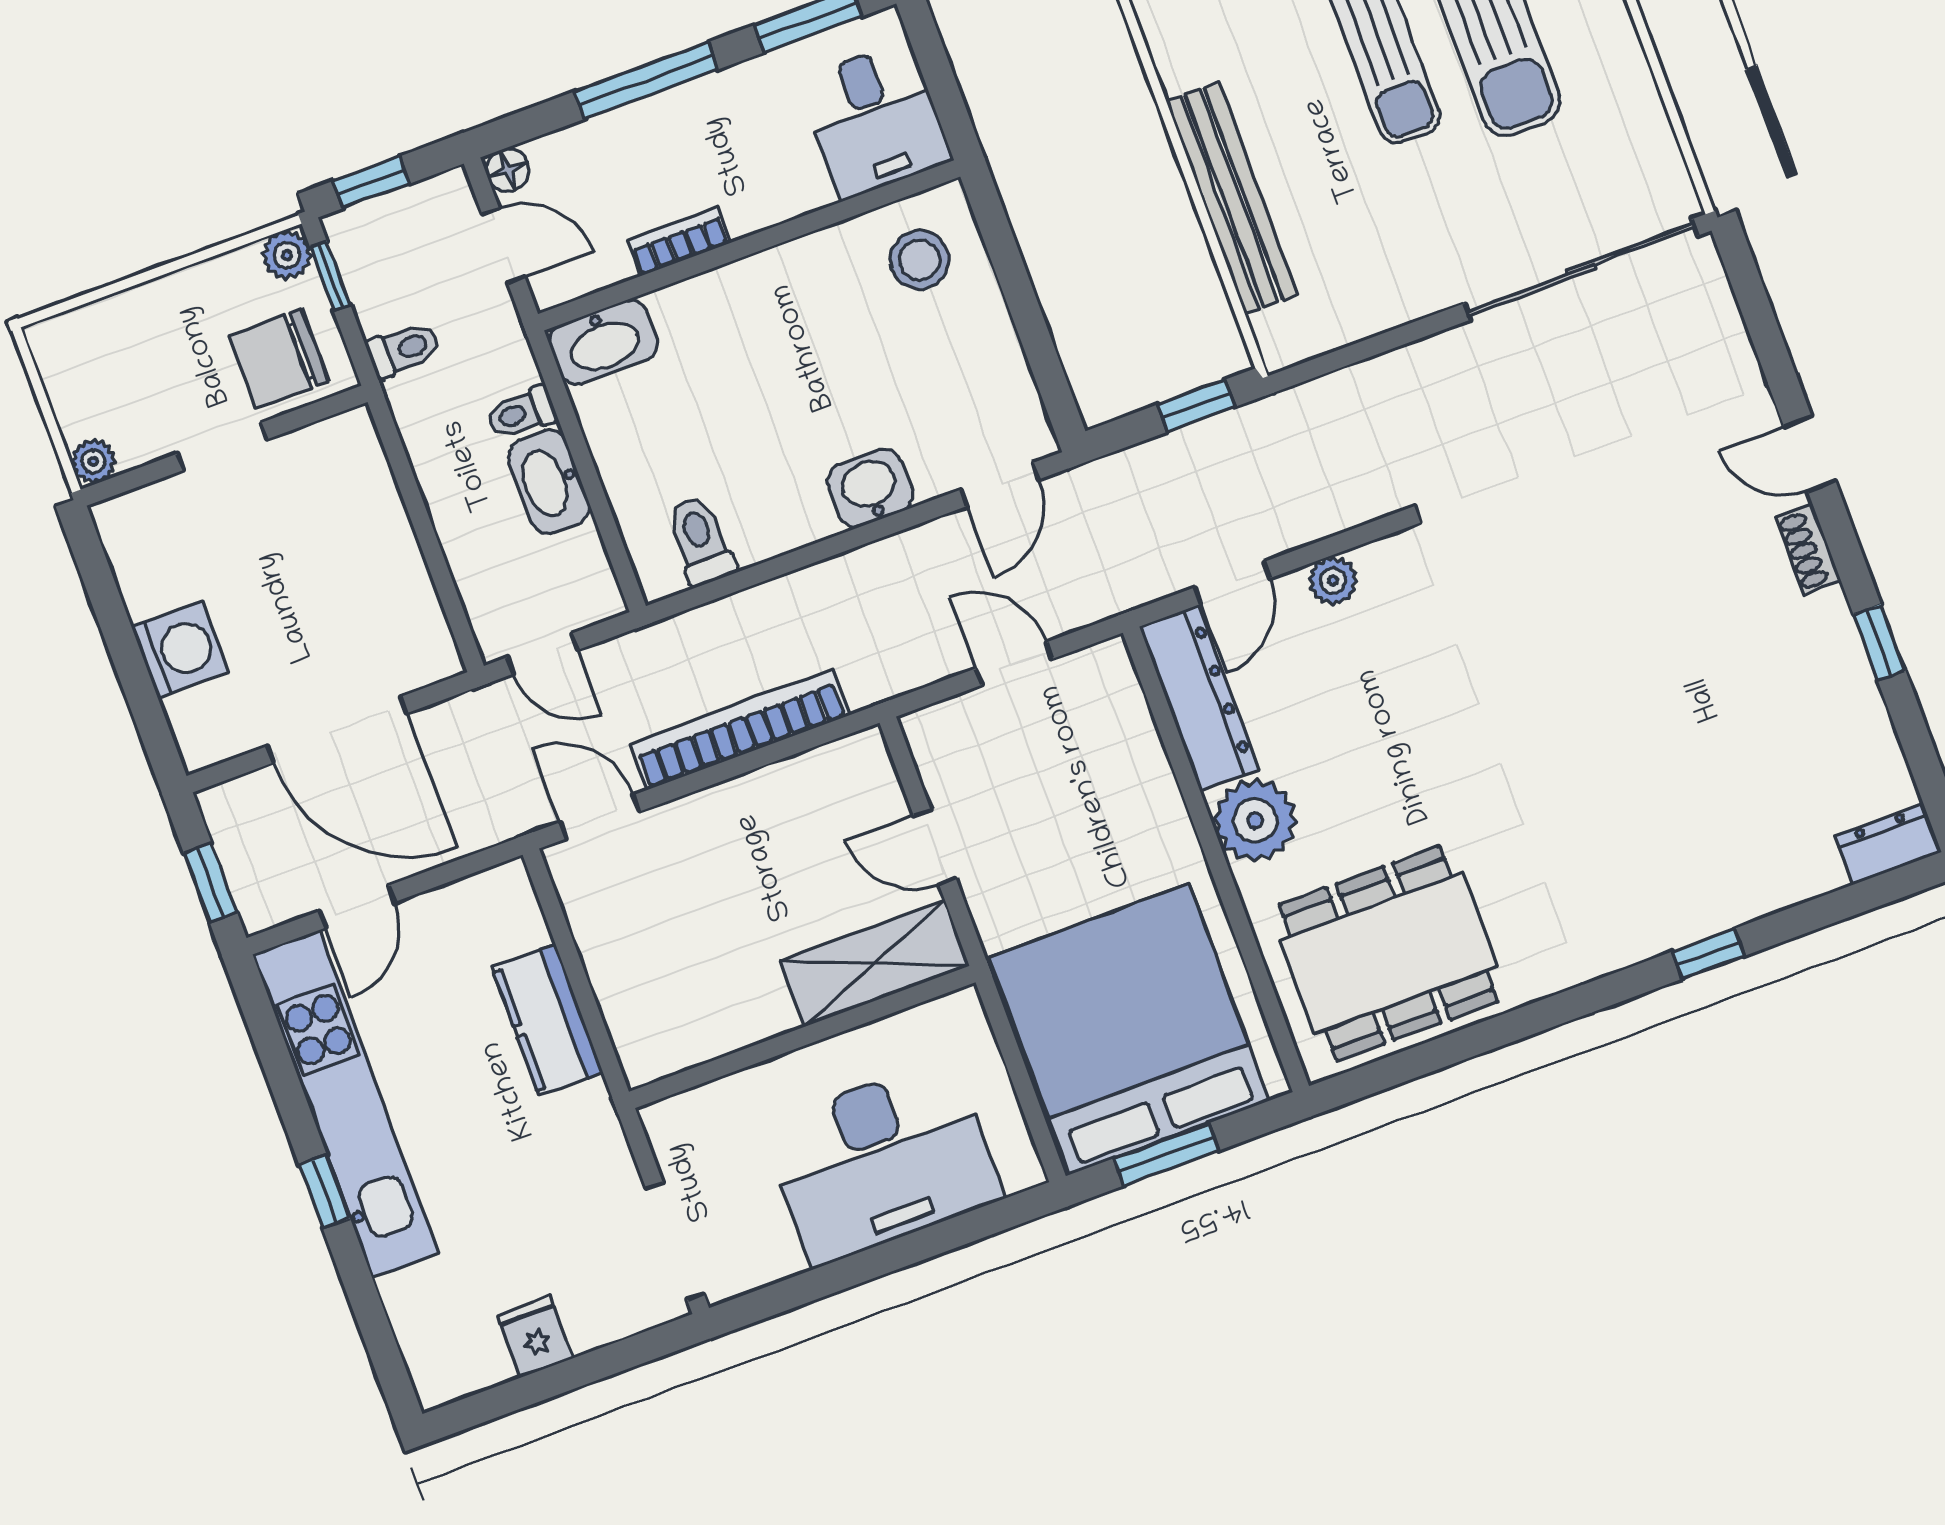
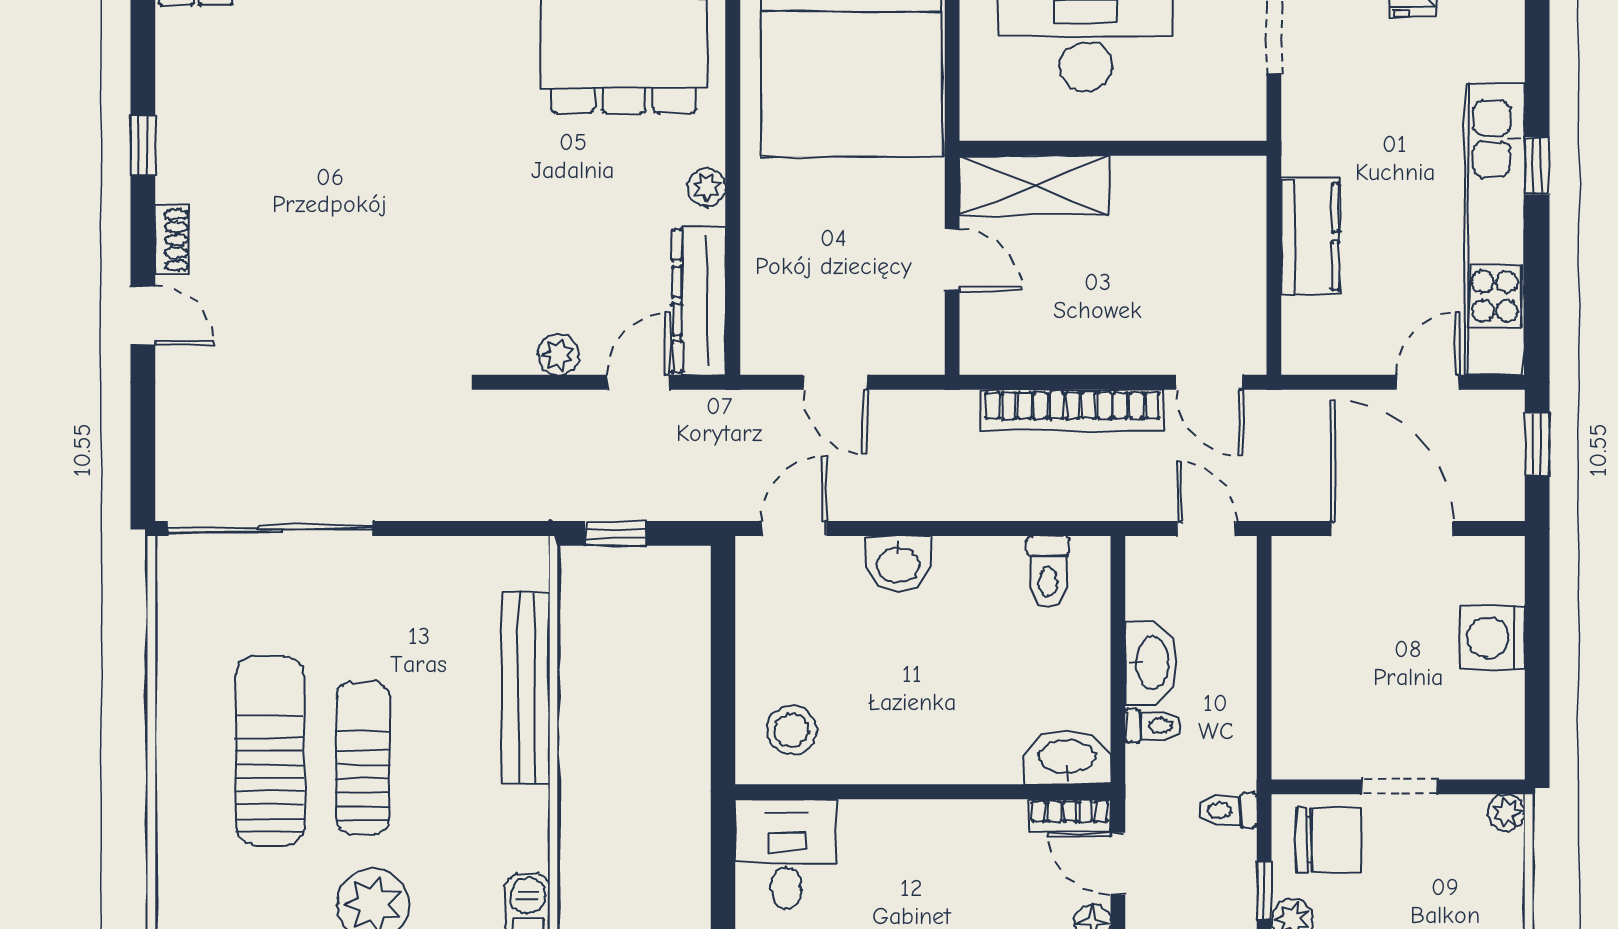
bookcase: (679, 242) -> (1070, 815), moved
plant: (1255, 820) -> (707, 187), width x0.53, depth x0.53

